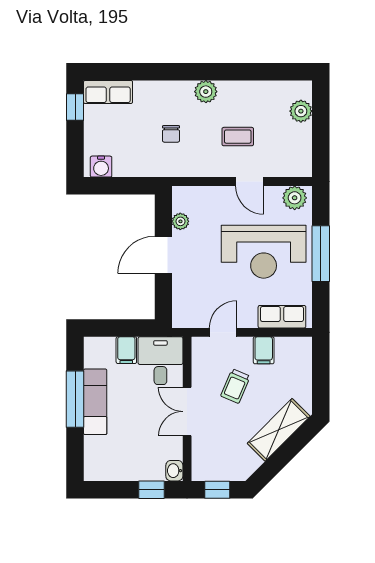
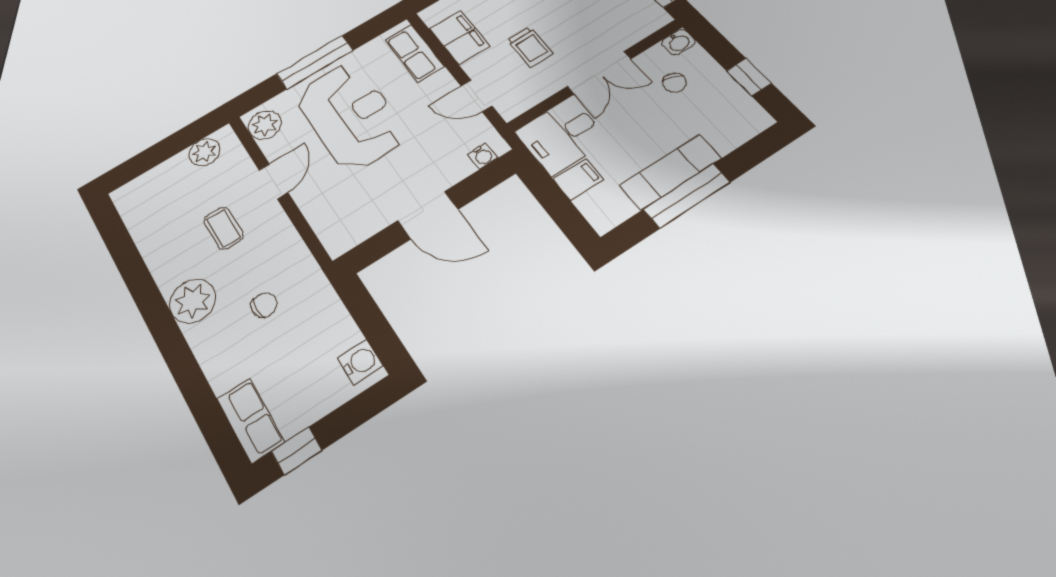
plant: (206, 92) -> (193, 301), width x1.36, depth x1.36
plant: (301, 111) -> (204, 152), moved
plant: (180, 221) -> (372, 223), removed
water cooler: (180, 309) -> (483, 156), added
filing cabinet: (264, 350) -> (459, 37), width x2.00
trolley: (235, 386) -> (530, 47), turned 67
chair: (149, 447) -> (674, 83), added
window: (151, 490) -> (749, 77), moved

